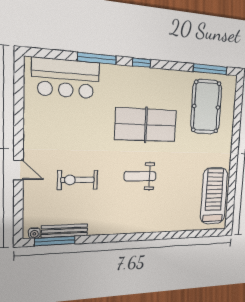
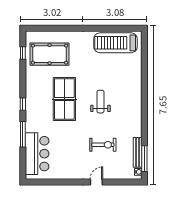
window: (210, 69) -> (23, 53), width x0.46
weight bench: (140, 176) -> (100, 102), turned 180
exercise bike: (77, 180) -> (103, 145), turned -90

